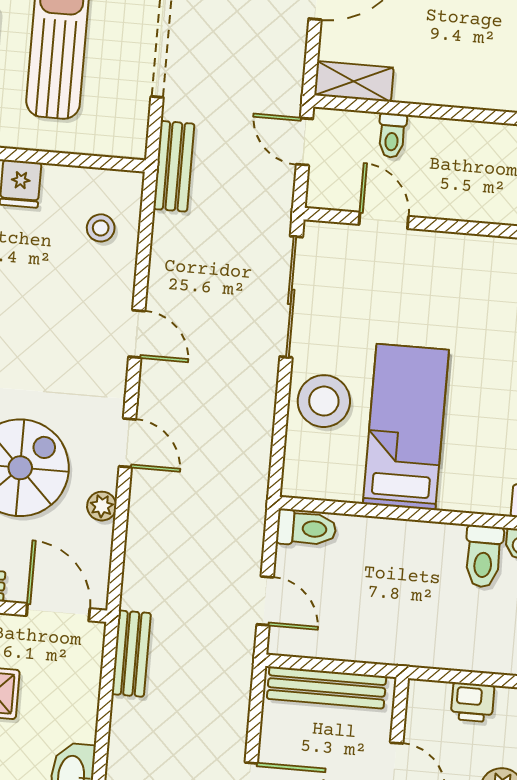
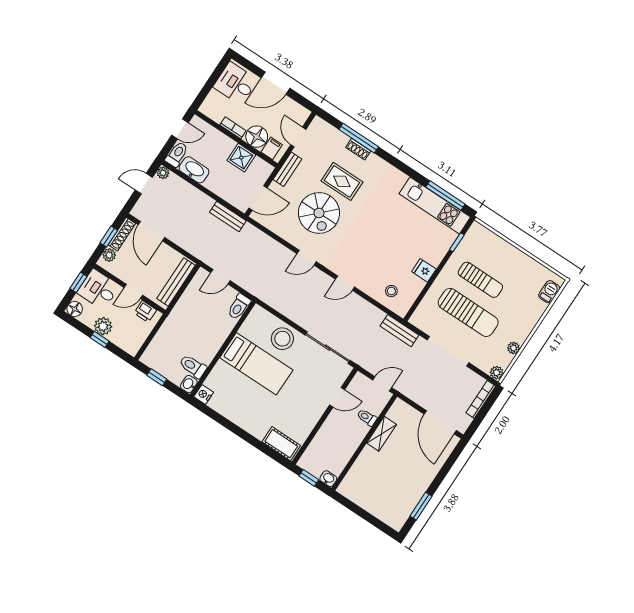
shelving: (354, 81) -> (382, 434), moved
plant: (102, 506) -> (288, 235), removed
printer: (472, 702) -> (145, 312), moved, turned -90

